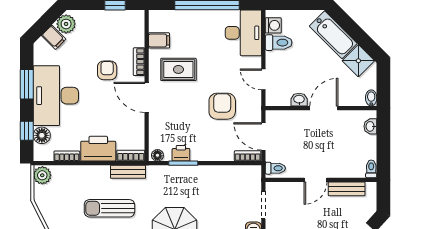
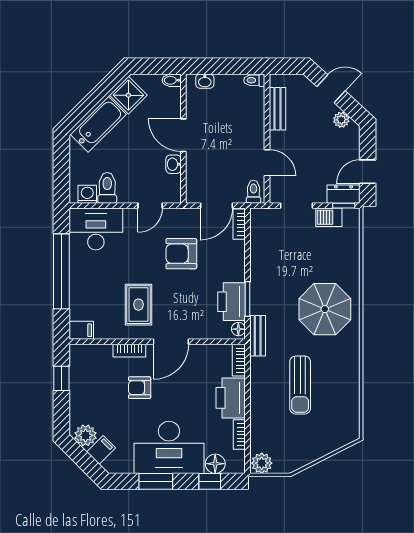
filing cabinet: (159, 40) -> (81, 330), moved, turned 90
printer: (181, 153) -> (232, 302), width x1.87, depth x1.48
bench: (128, 172) -> (258, 336), moved
door: (315, 180) -> (267, 163), moved

